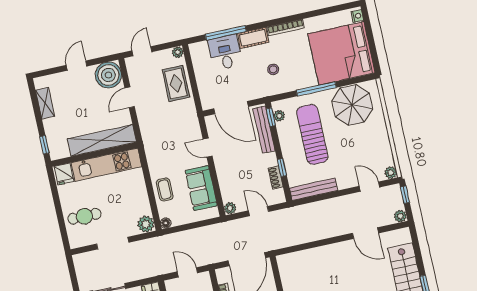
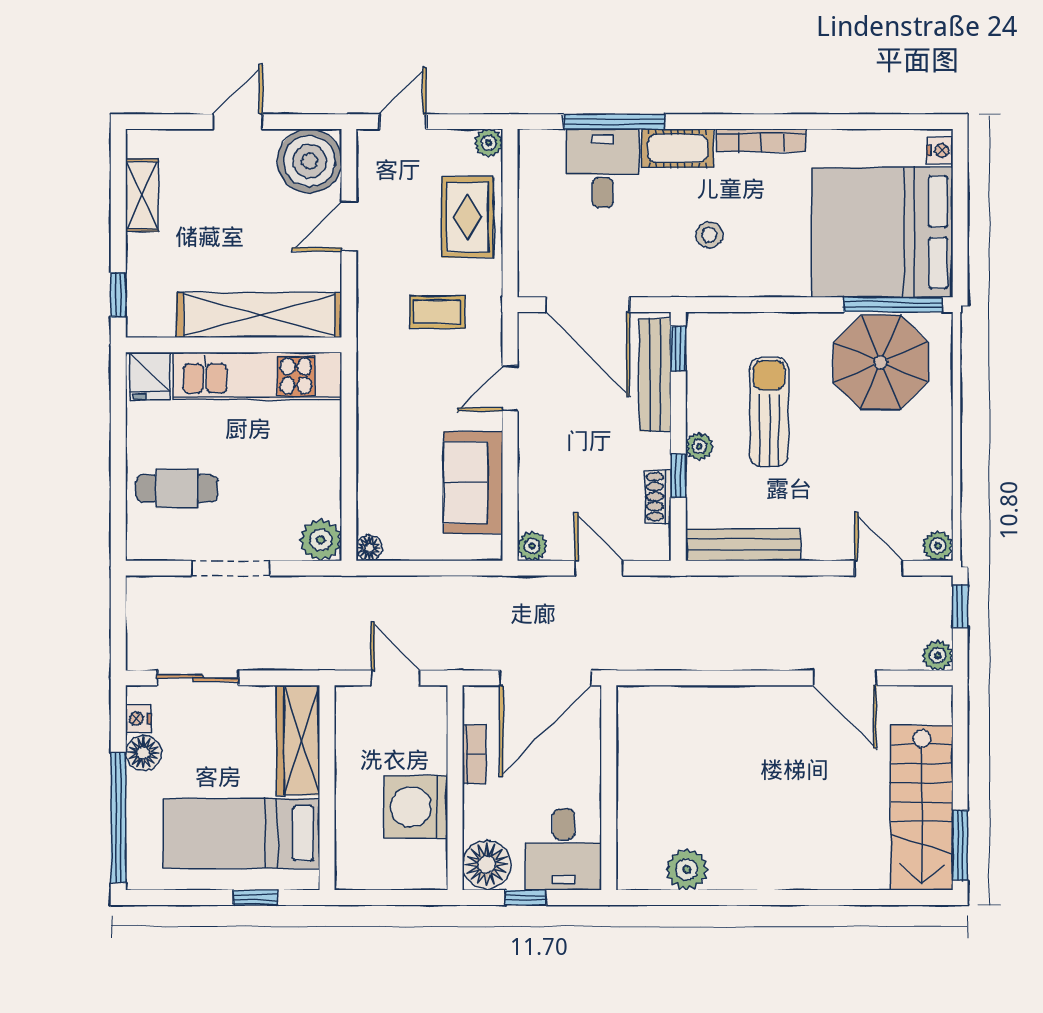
window: (316, 89) -> (893, 305), moved
plant: (279, 116) -> (699, 446), moved
sun lounger: (312, 134) -> (769, 412), width x0.73, depth x0.75
door: (208, 148) -> (510, 388), hinge flipped
coffee table: (165, 189) -> (437, 312), moved, turned 90

